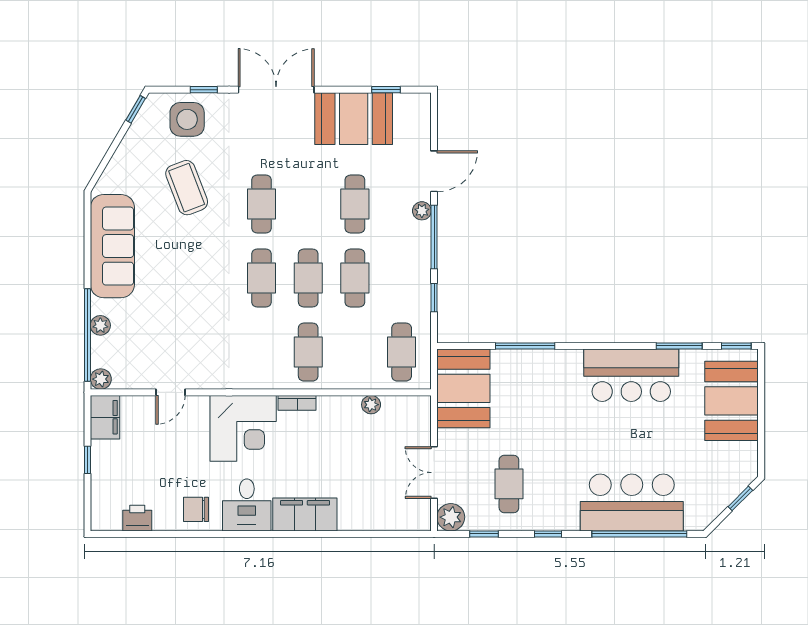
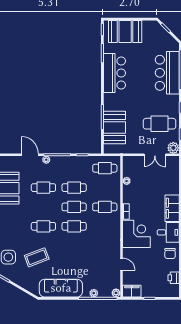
booth: (463, 388) -> (114, 127), moved, turned 90
cafe table: (509, 484) -> (159, 124), width x1.37, depth x1.35

